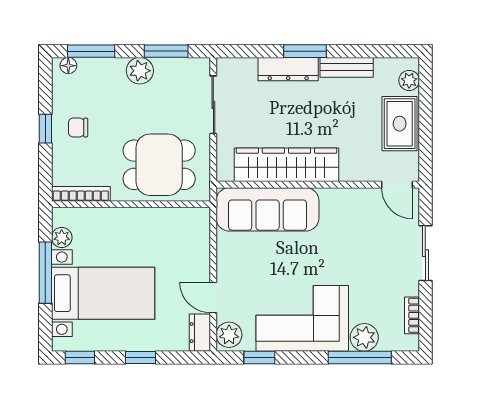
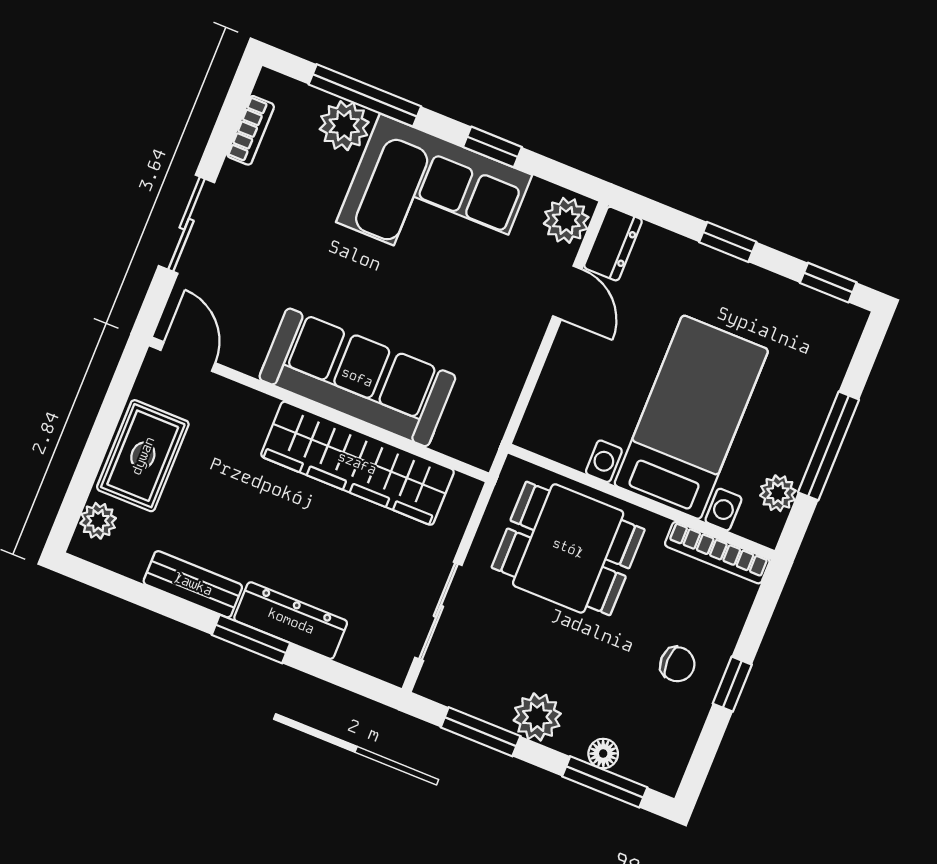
floor lamp: (68, 66) -> (603, 754), moved
sofa: (268, 209) -> (357, 377), moved
bed with nightstands: (103, 293) -> (691, 417), moved, turned 90
window: (259, 357) -> (493, 147), moved

